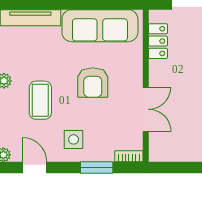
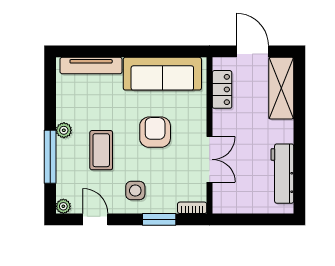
armchair: (93, 83) -> (155, 132), turned 180

